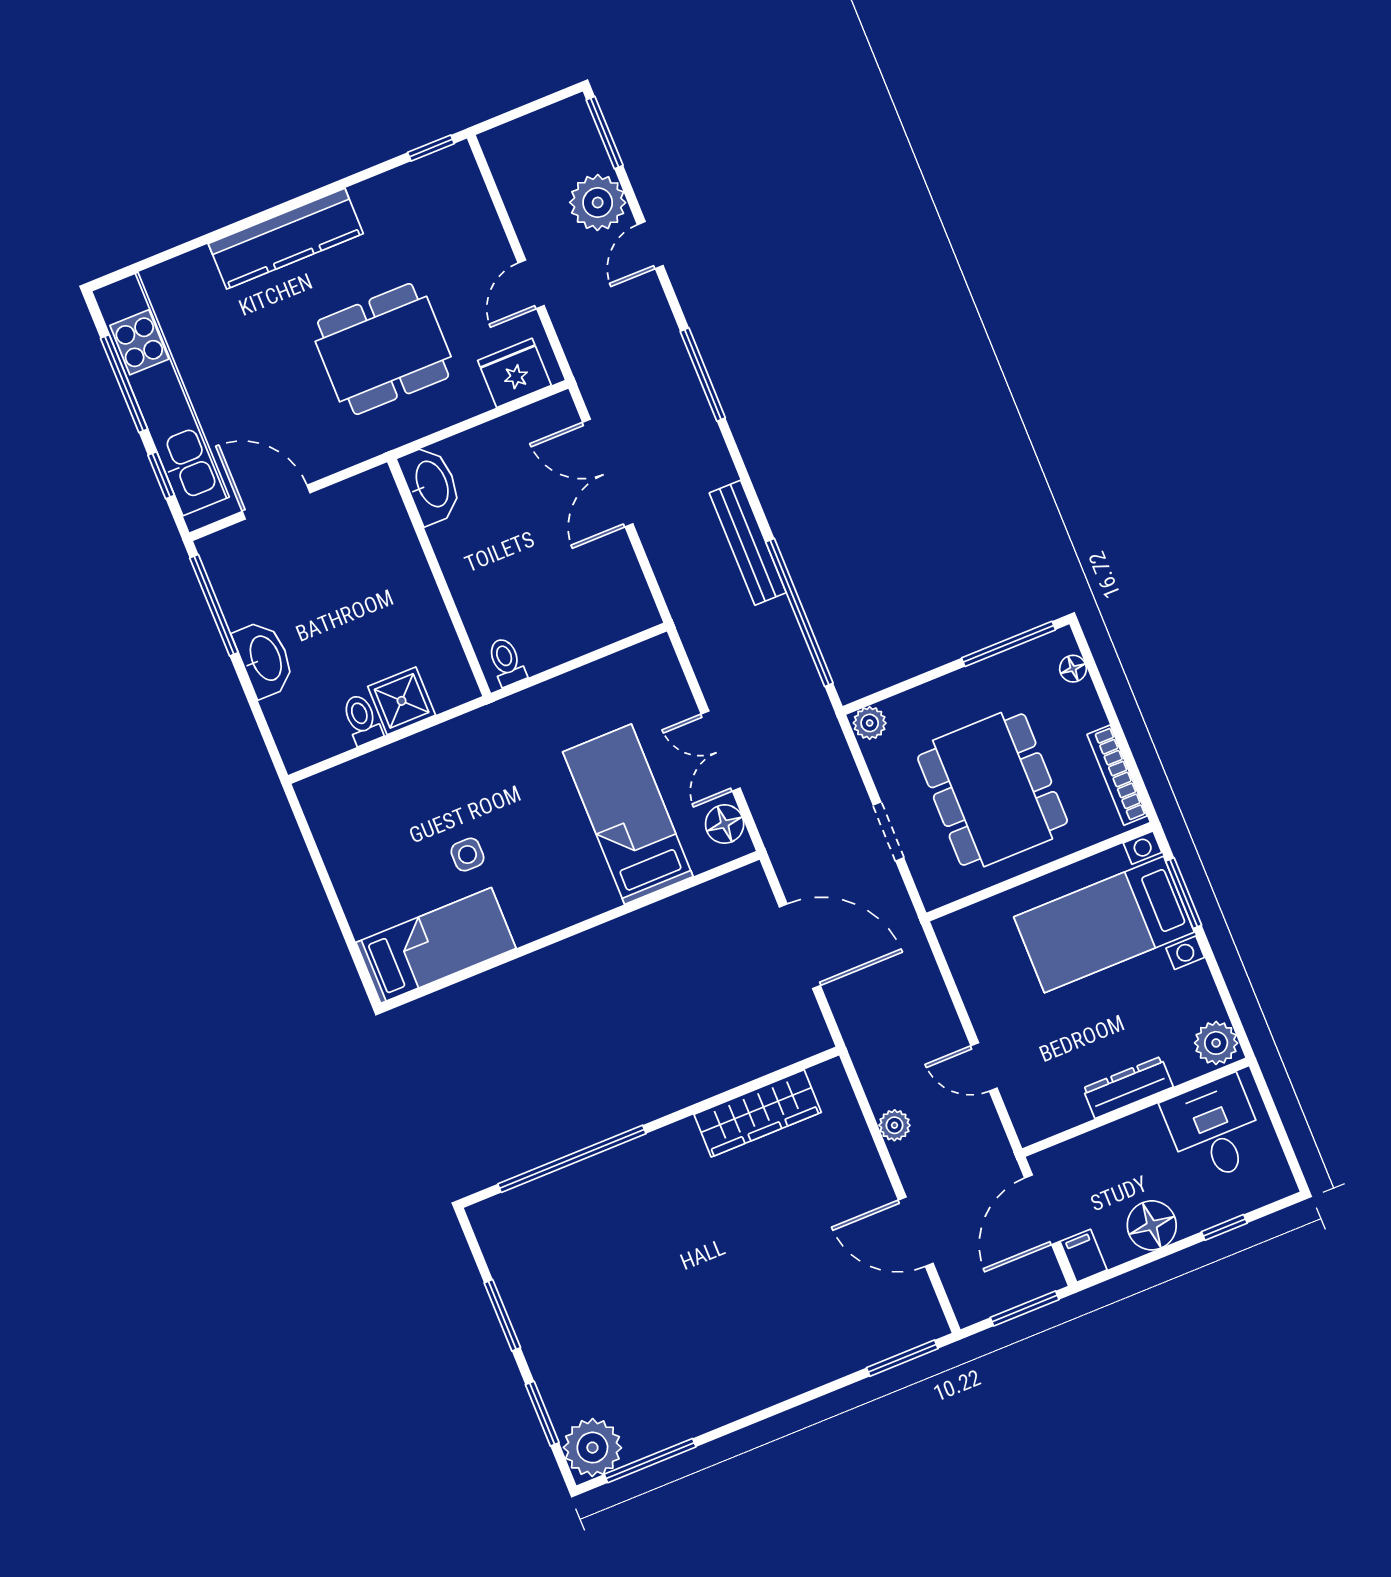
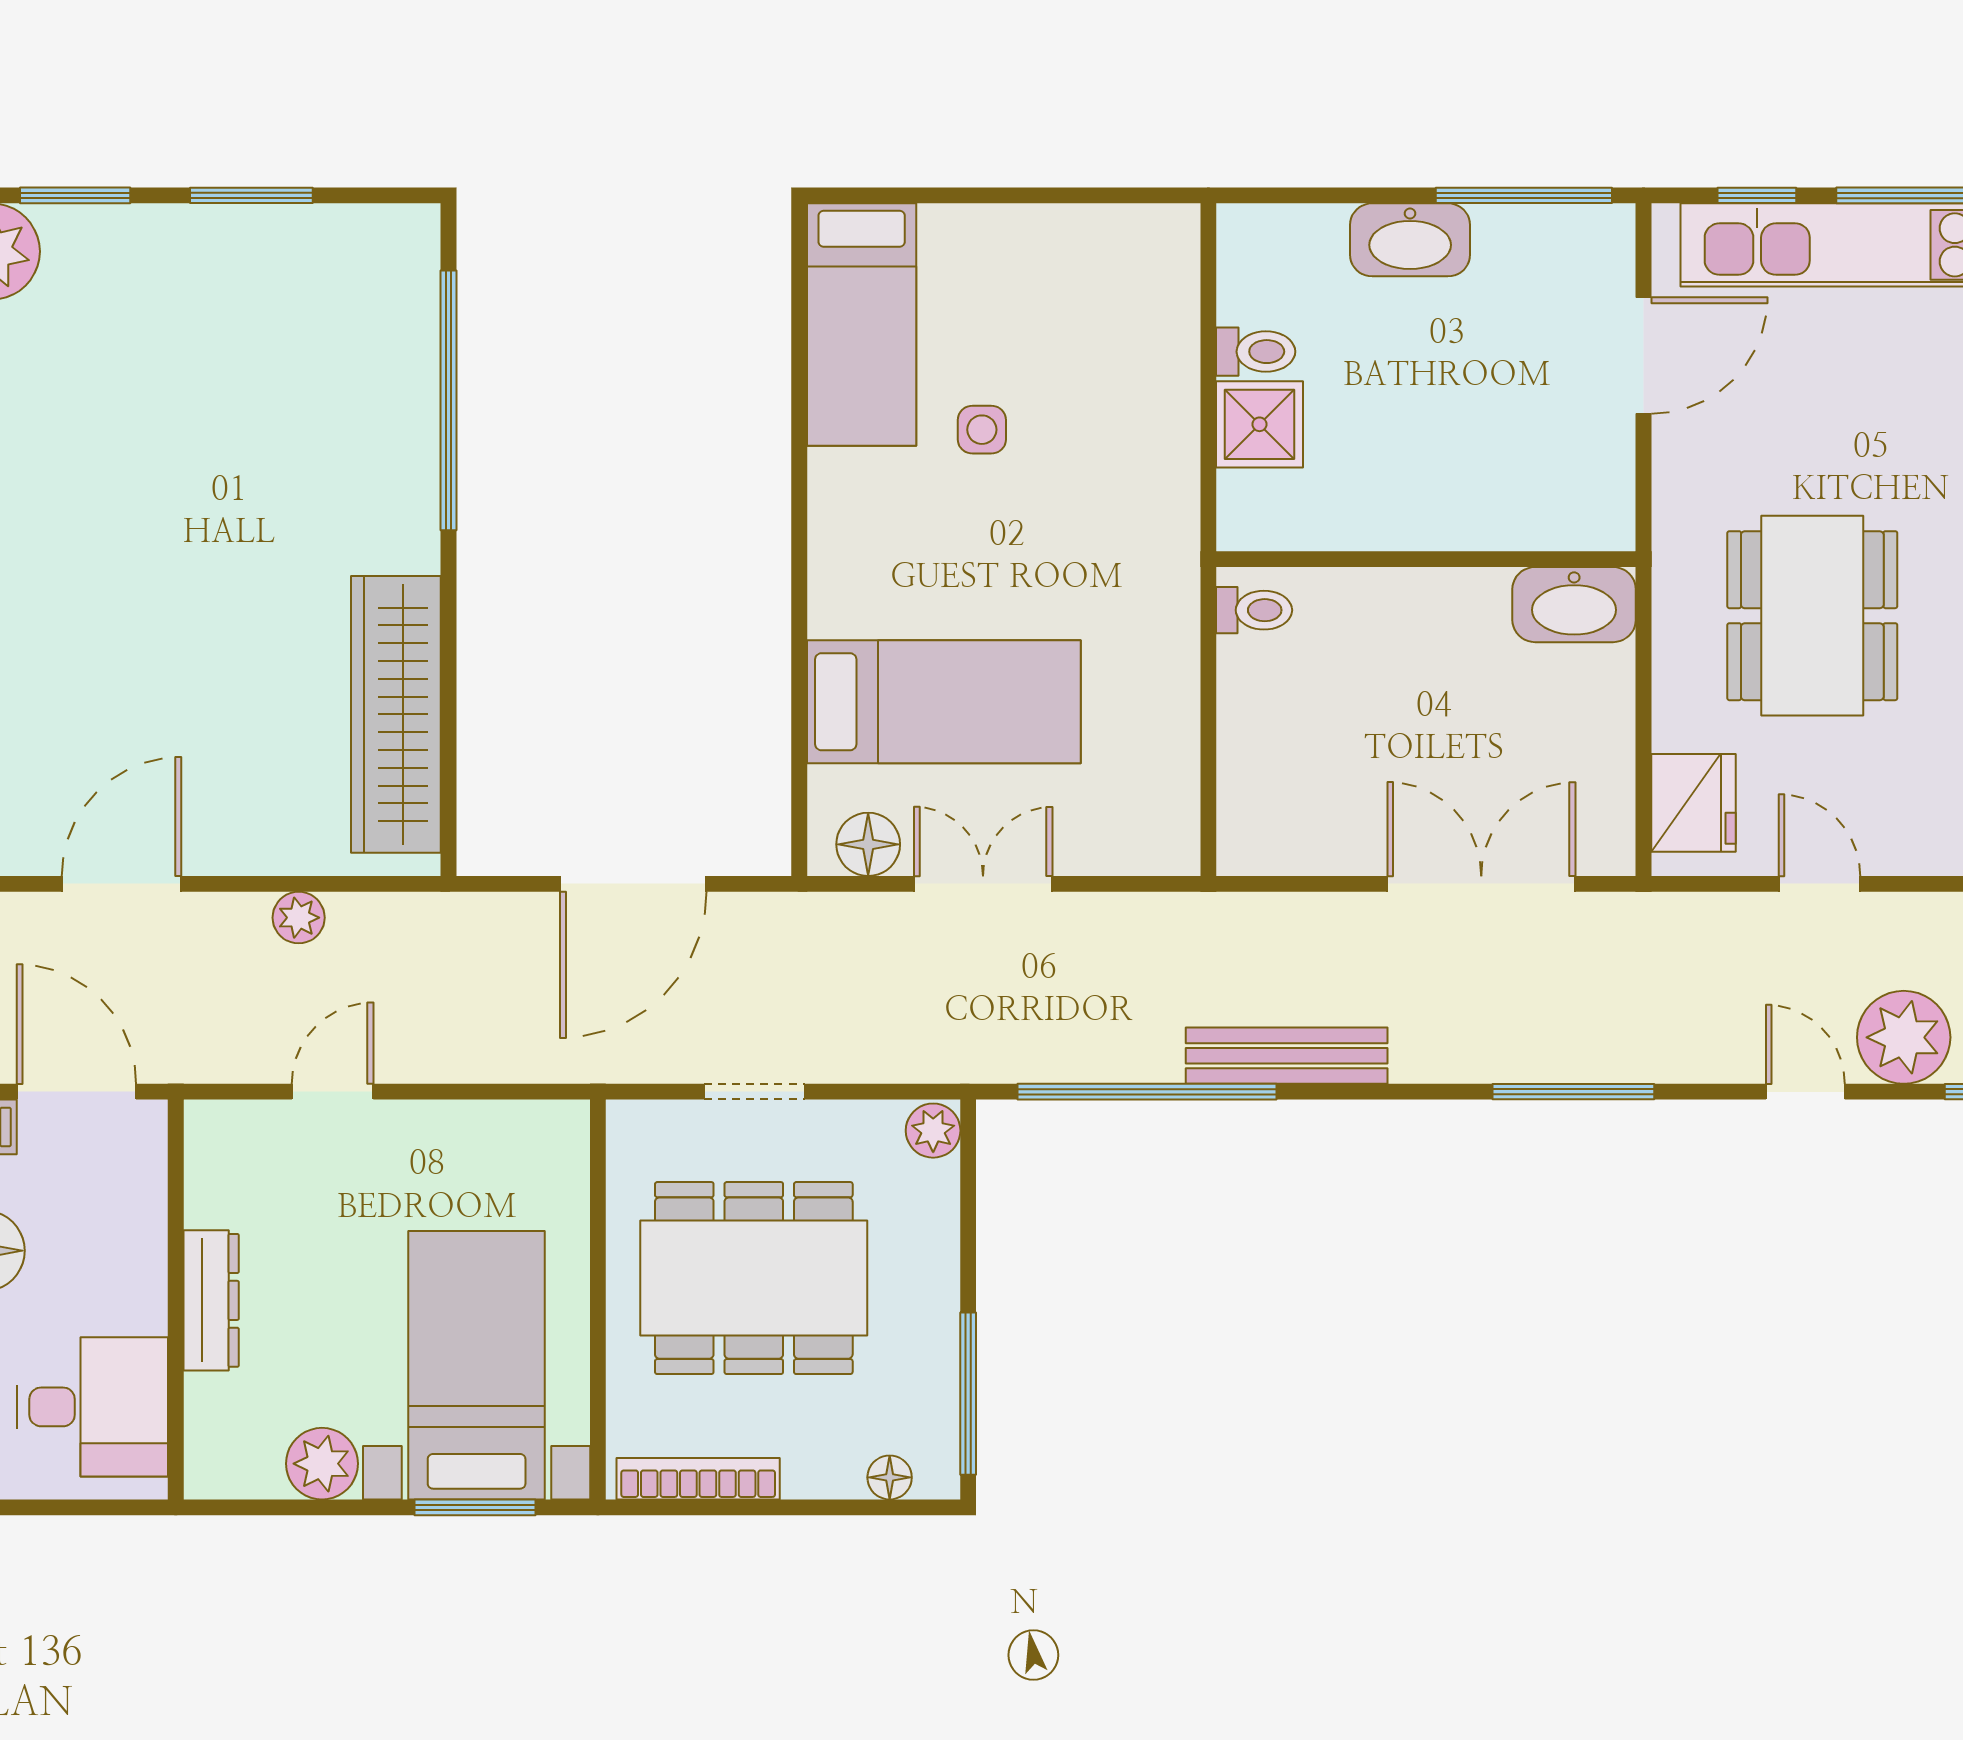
plant: (1216, 1043) -> (322, 1464), moved
wardrobe: (758, 1113) -> (396, 714), width x1.40, depth x1.17

